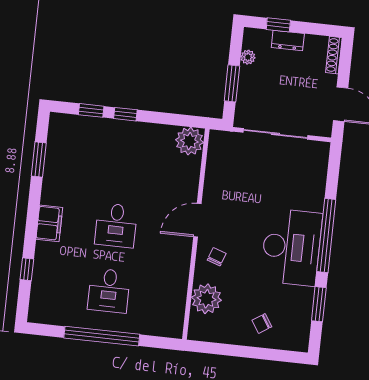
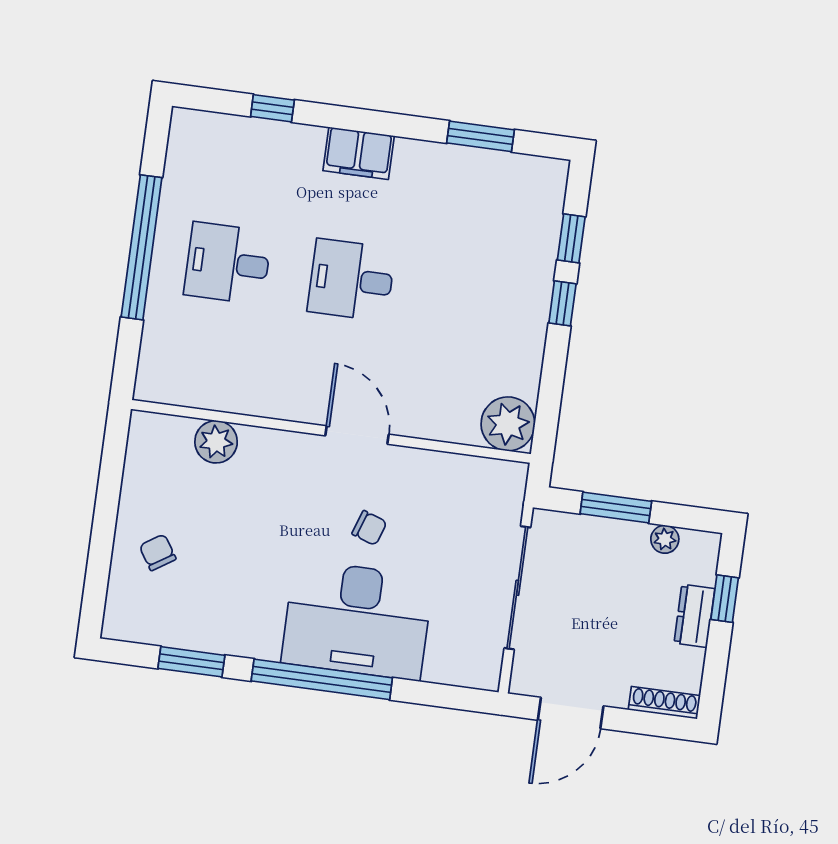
desk: (291, 247) -> (357, 620), moved
chair: (217, 257) -> (369, 528), moved
plant: (206, 299) -> (216, 442), width x0.73, depth x0.73

